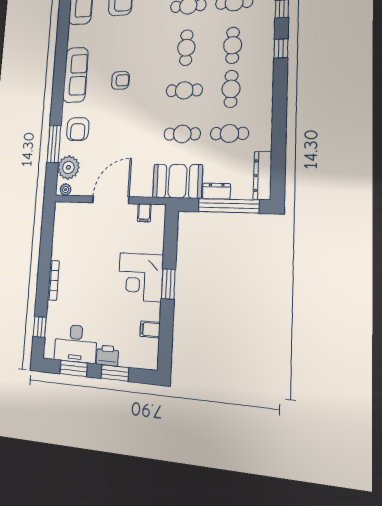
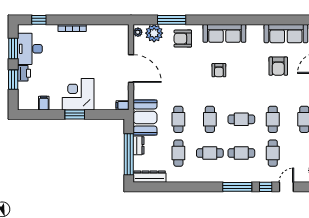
window: (281, 48) -> (237, 187), width x2.17
filing cabinet: (144, 213) -> (122, 105), moved

